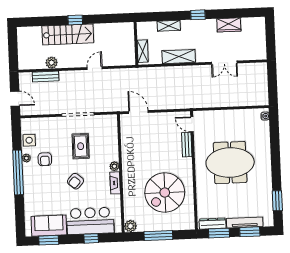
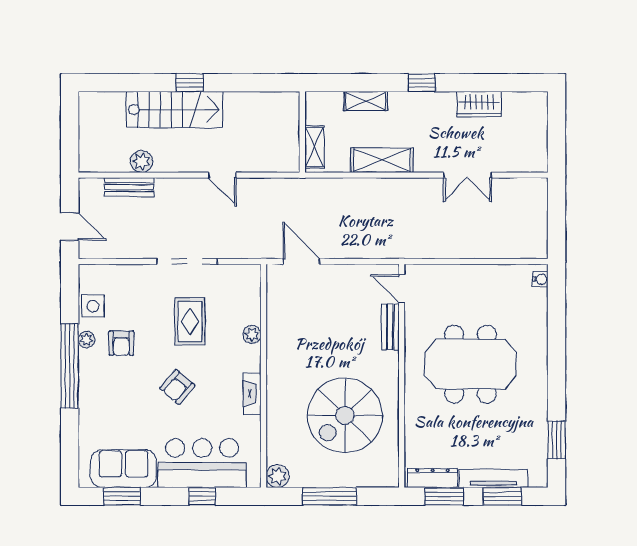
door: (95, 68) -> (222, 175), swing flipped
plant: (114, 166) -> (252, 334), moved

